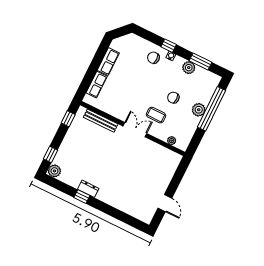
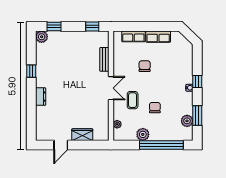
chair: (153, 58) -> (145, 66), moved
plant: (189, 68) -> (187, 121), moved
plant: (199, 110) -> (143, 134), moved
bench: (101, 121) -> (104, 59), width x0.73
wardrobe: (165, 178) -> (82, 135), added
dresser: (88, 189) -> (41, 97), moved

